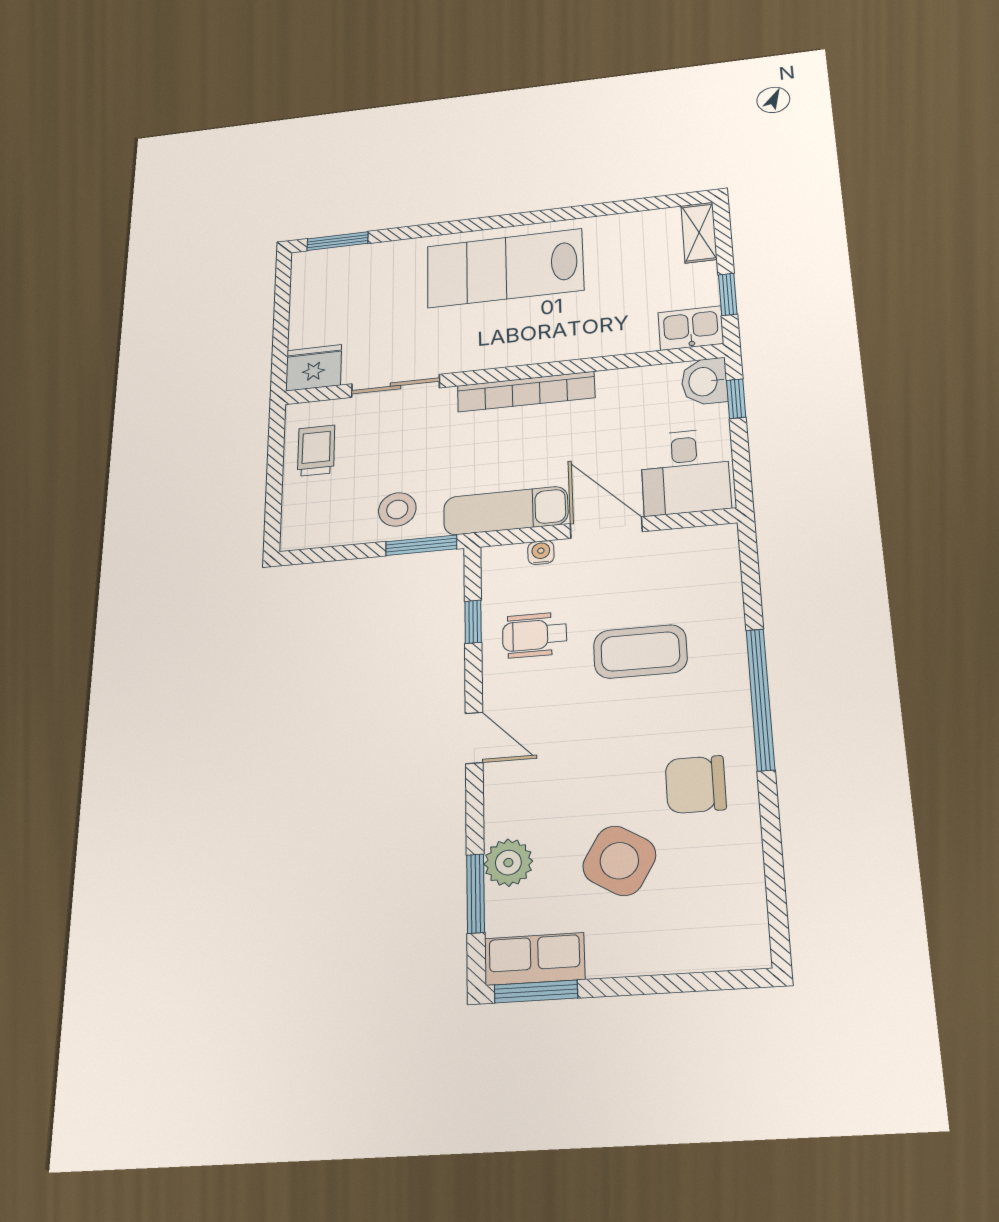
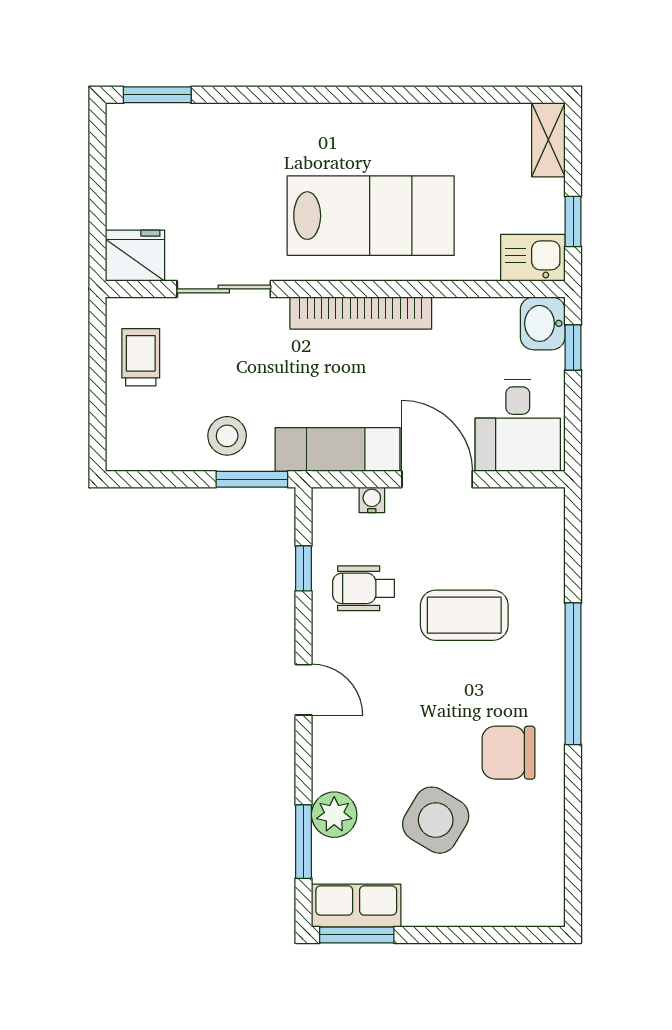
lab bench: (505, 268) -> (371, 216), moved, turned 180

